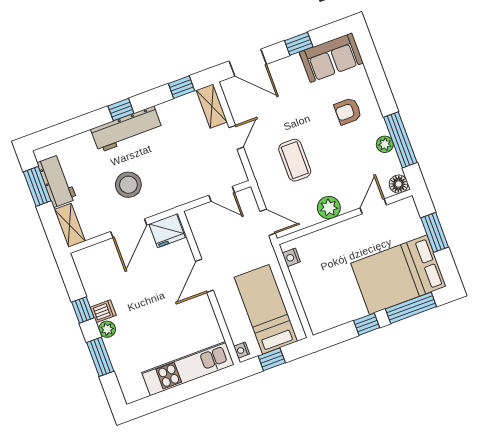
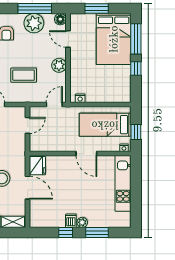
plant: (385, 144) -> (34, 23), width x1.88, depth x1.88
door: (204, 276) -> (86, 154), moved

